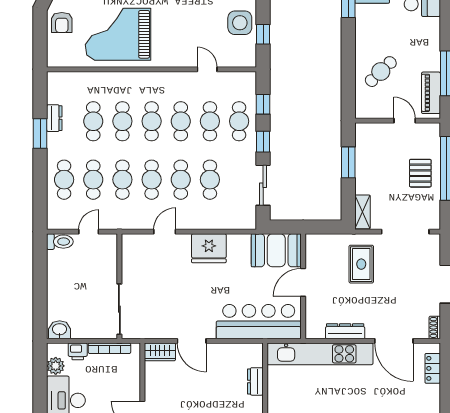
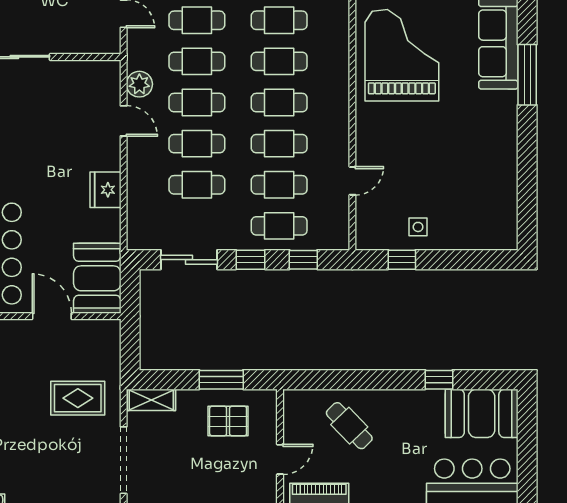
side table: (240, 23) -> (418, 227), width x0.54, depth x0.54
pallet: (420, 173) -> (228, 421), moved
plant: (139, 220) -> (139, 84), added
fridge: (209, 248) -> (105, 190), width x0.73, depth x0.75

